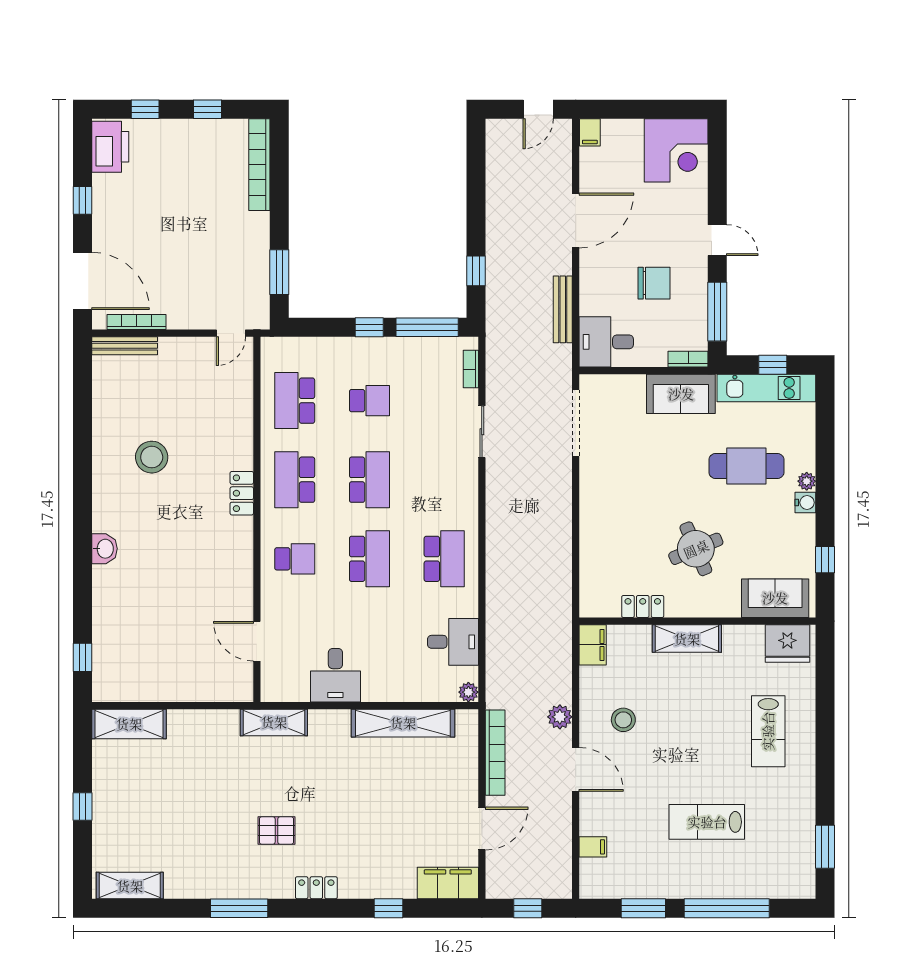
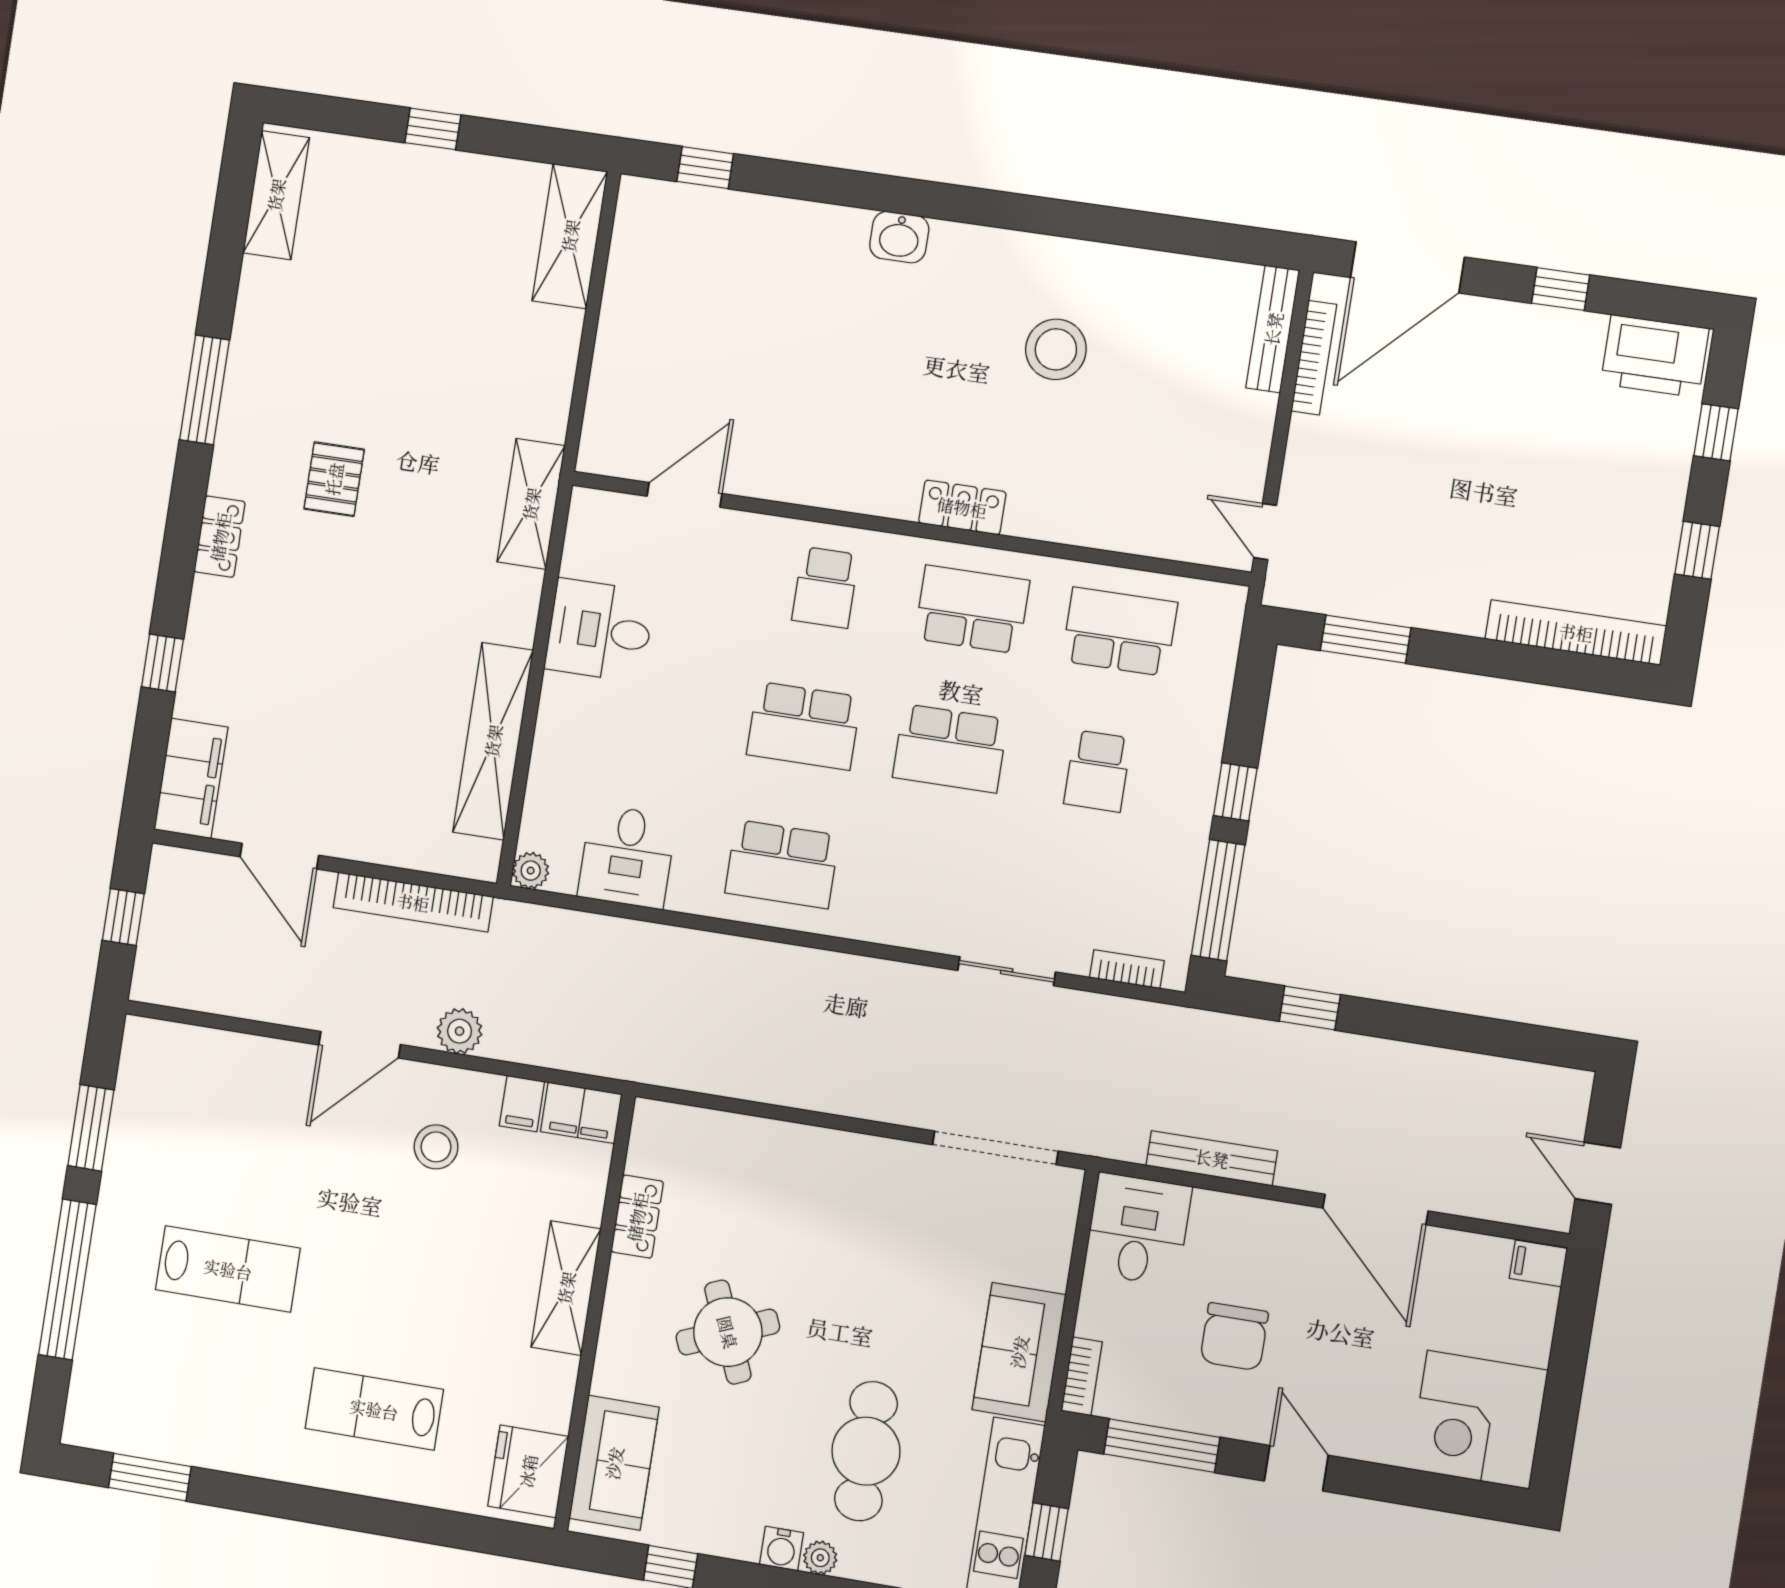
door: (717, 240) -> (1296, 1468), swing flipped
lab bench: (707, 822) -> (228, 1269), turned 90
filing cabinet: (593, 847) -> (522, 1104), moved

